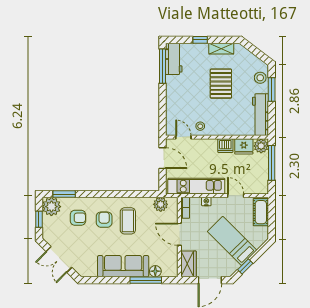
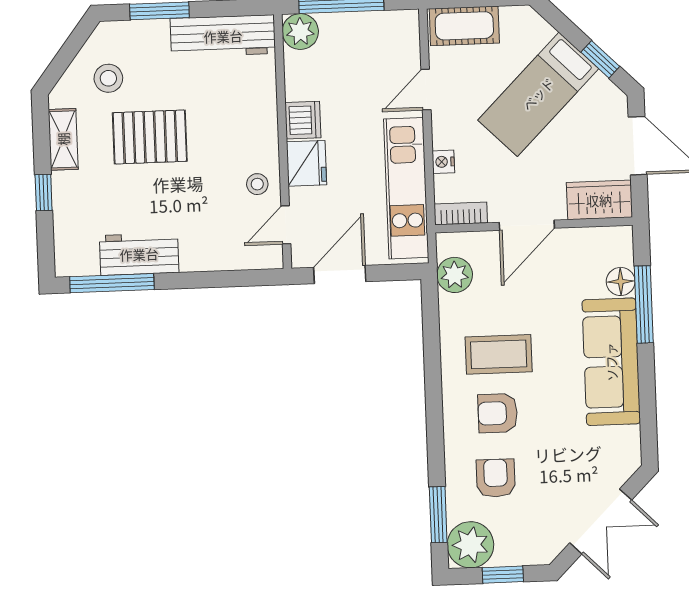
workbench: (174, 59) -> (139, 254), moved
stool: (260, 78) -> (108, 78), moved
fridge: (244, 146) -> (307, 163), moved

